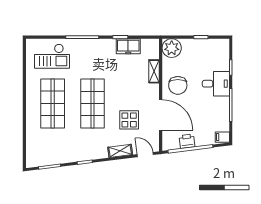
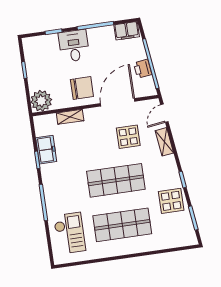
filing cabinet: (222, 137) -> (127, 31), width x2.00
display table: (67, 149) -> (171, 201), added

